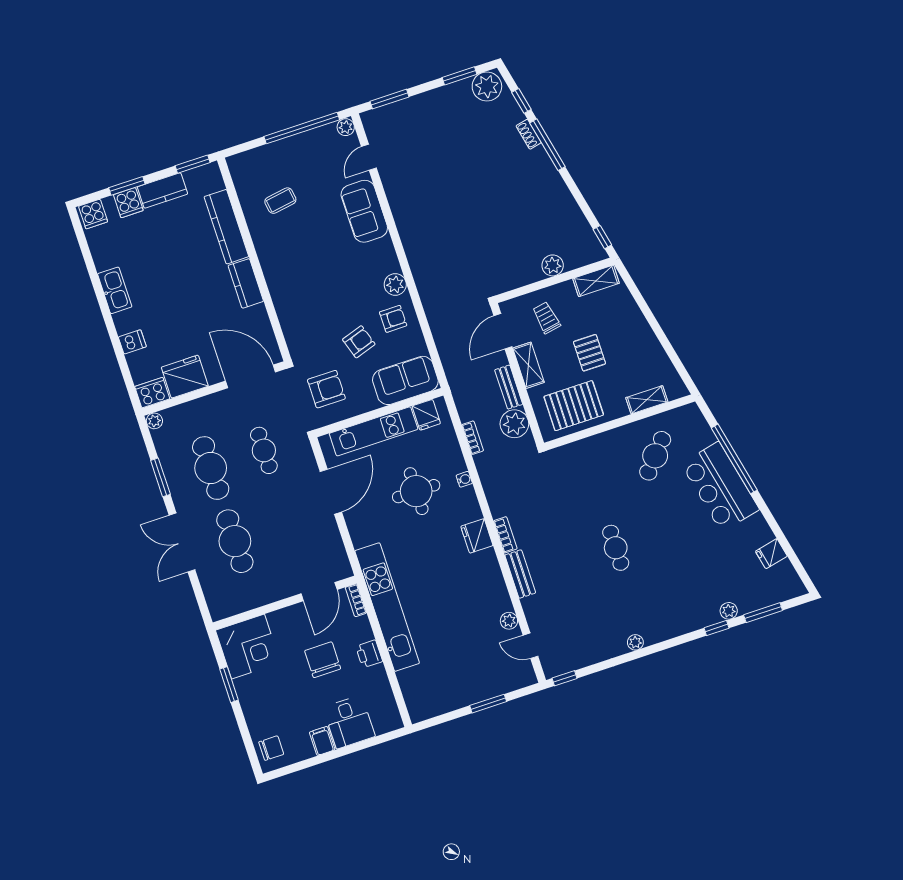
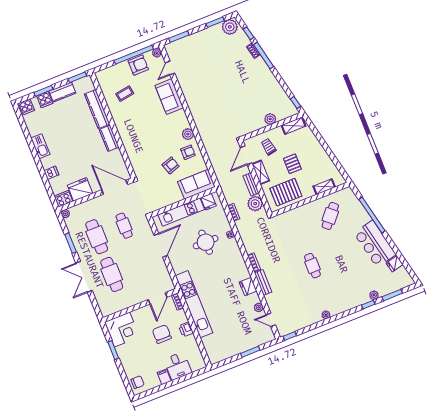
armchair: (326, 389) -> (138, 65), moved
bar counter: (720, 487) -> (375, 244), moved
fridge: (477, 536) -> (248, 287), moved

